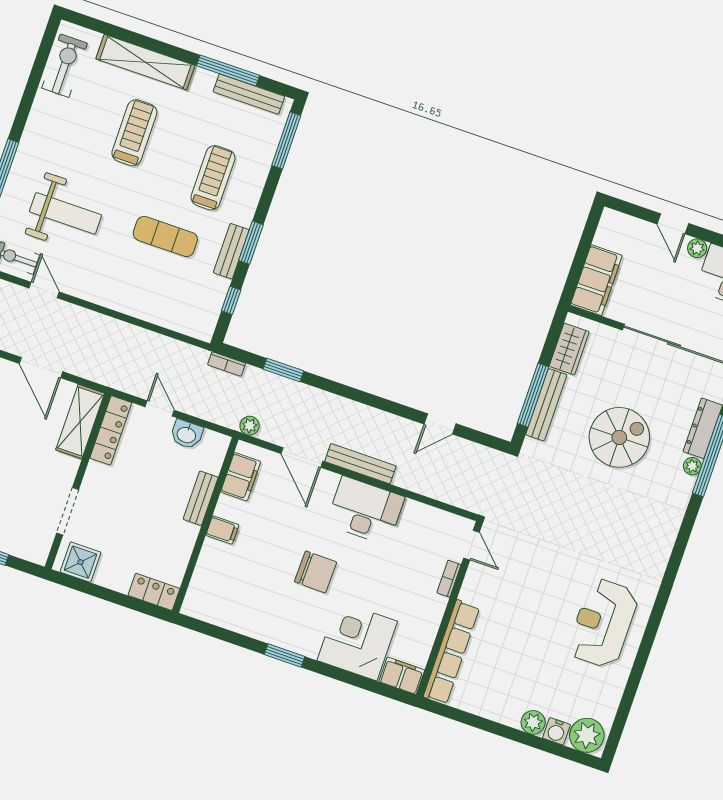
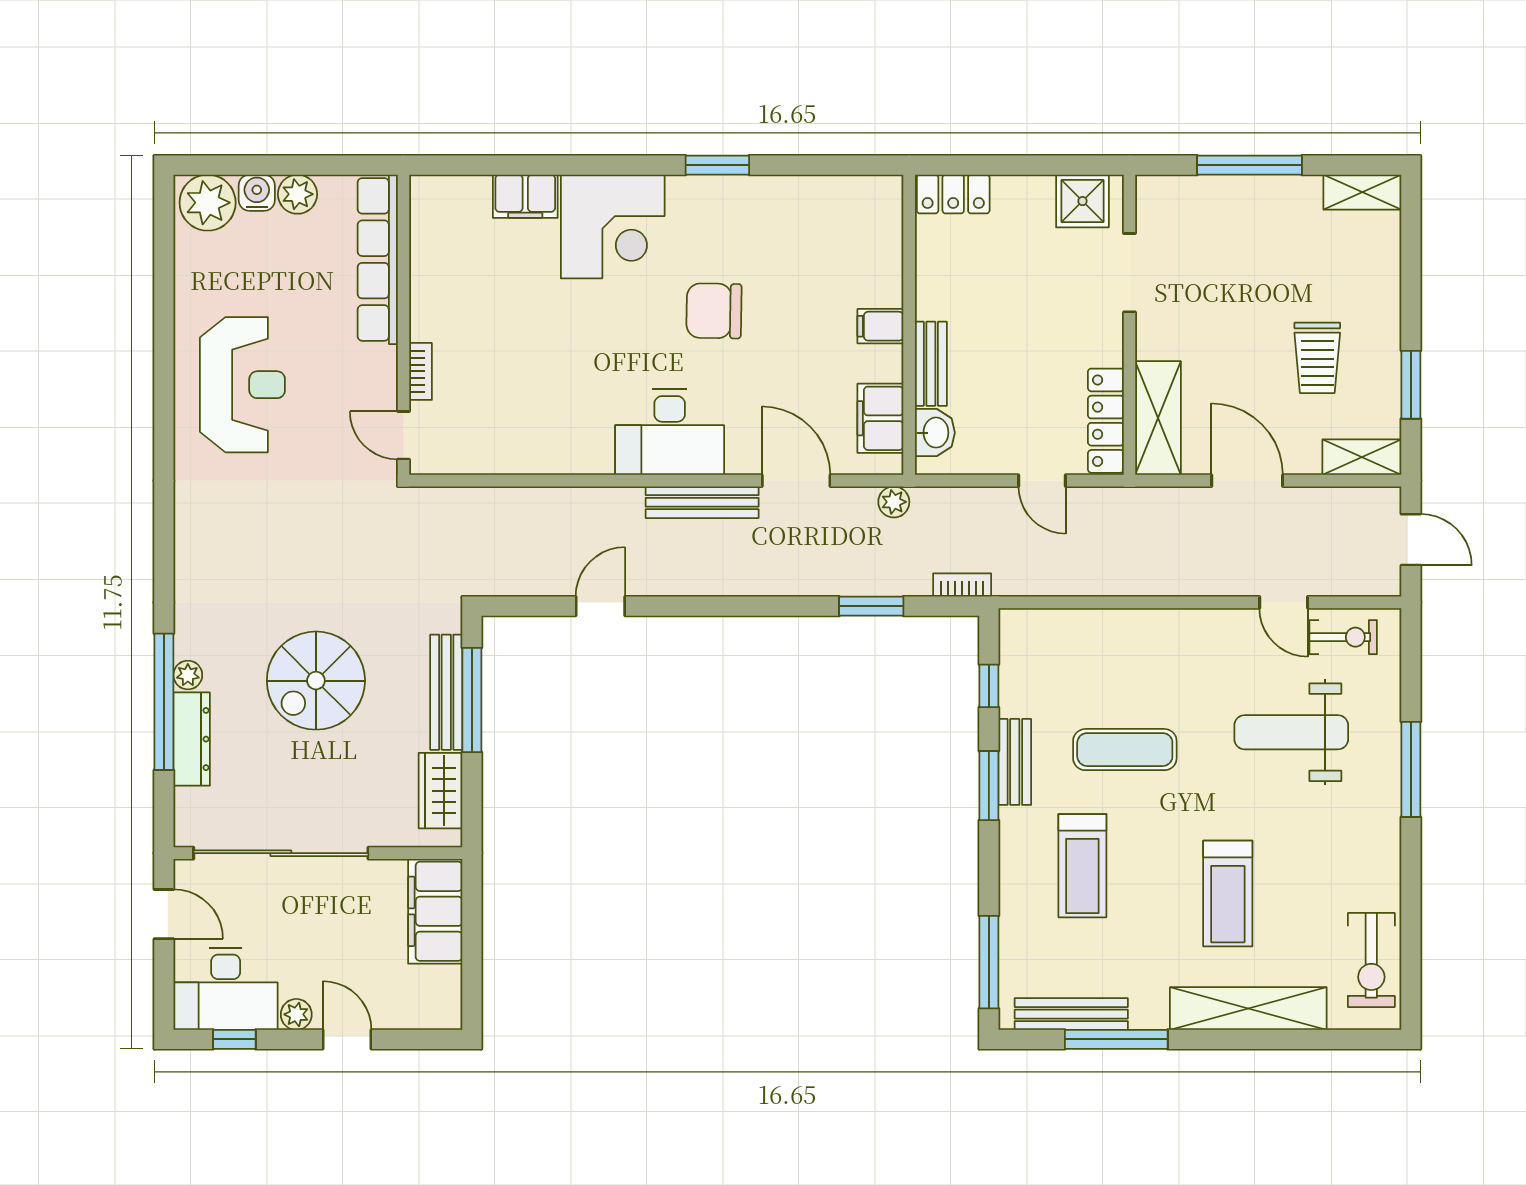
washbasin: (187, 434) -> (935, 433), moved, turned 90
door: (471, 545) -> (403, 435), moved
bookcase: (449, 579) -> (421, 371), moved
wall: (449, 609) -> (403, 325), moved
row of seats: (451, 652) -> (378, 259), moved

